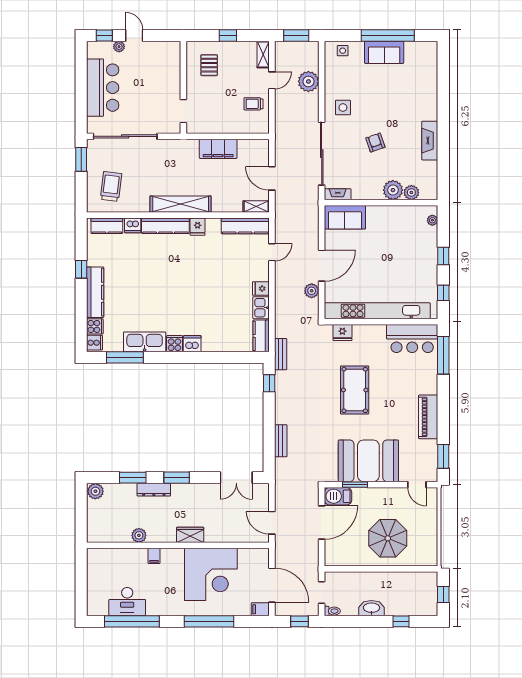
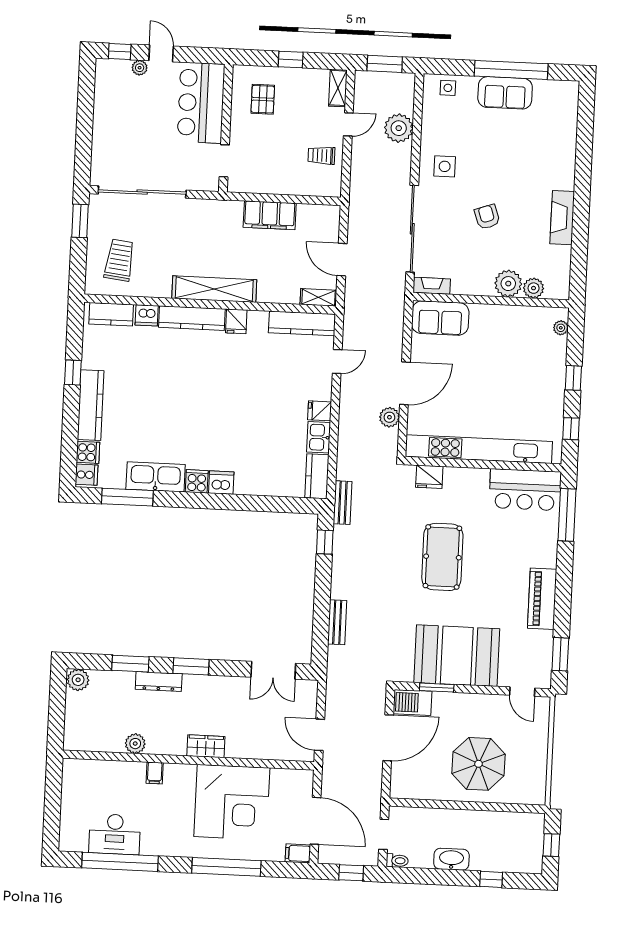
bar counter: (103, 88) -> (201, 103), moved, turned 180

